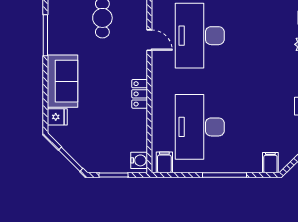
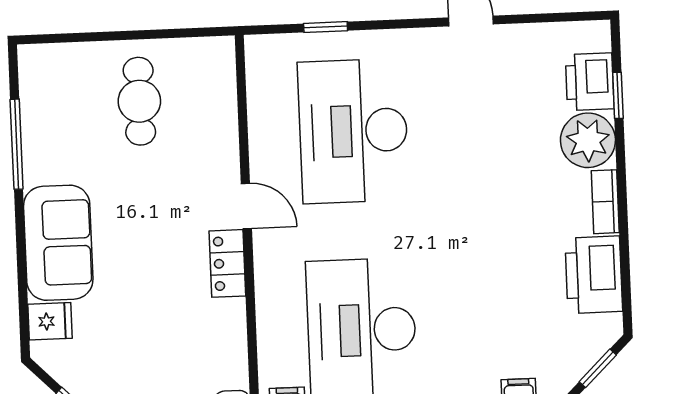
door: (149, 40) -> (246, 206), moved

